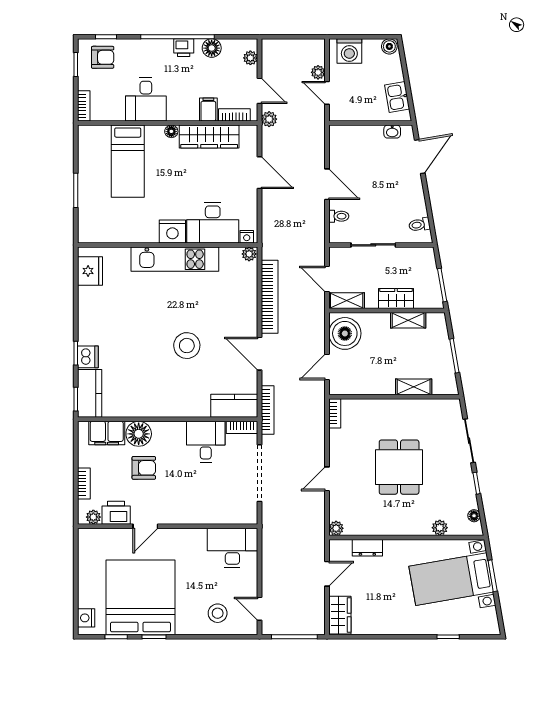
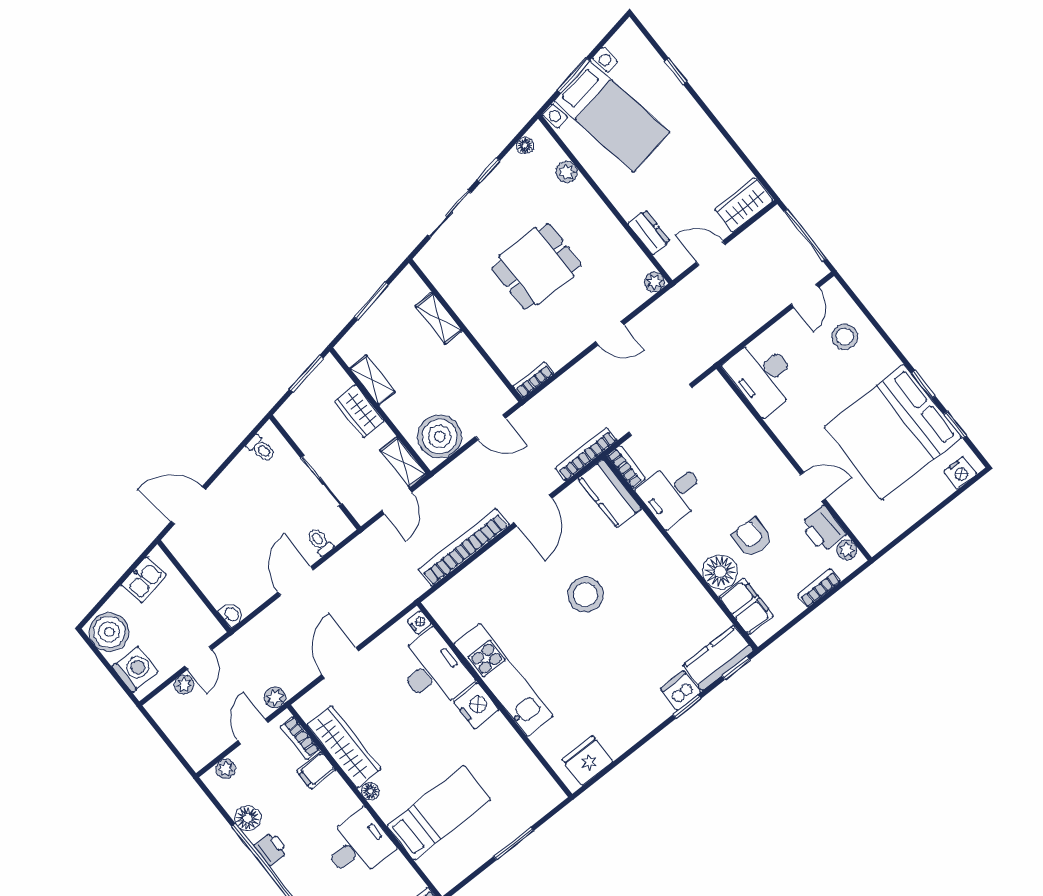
boiler: (389, 46) -> (109, 632), width x1.86, depth x1.86
washbasin: (392, 132) -> (231, 615), moved
plant: (249, 254) -> (435, 605), removed

